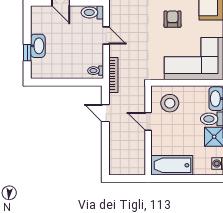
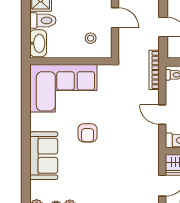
stool: (170, 103) -> (91, 38), width x0.53, depth x0.53

